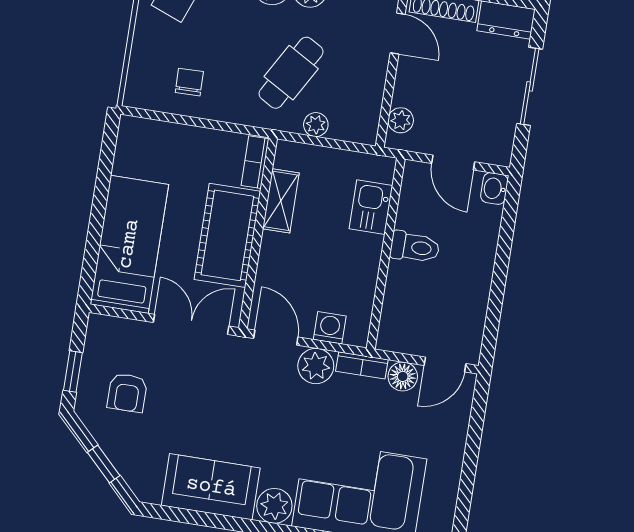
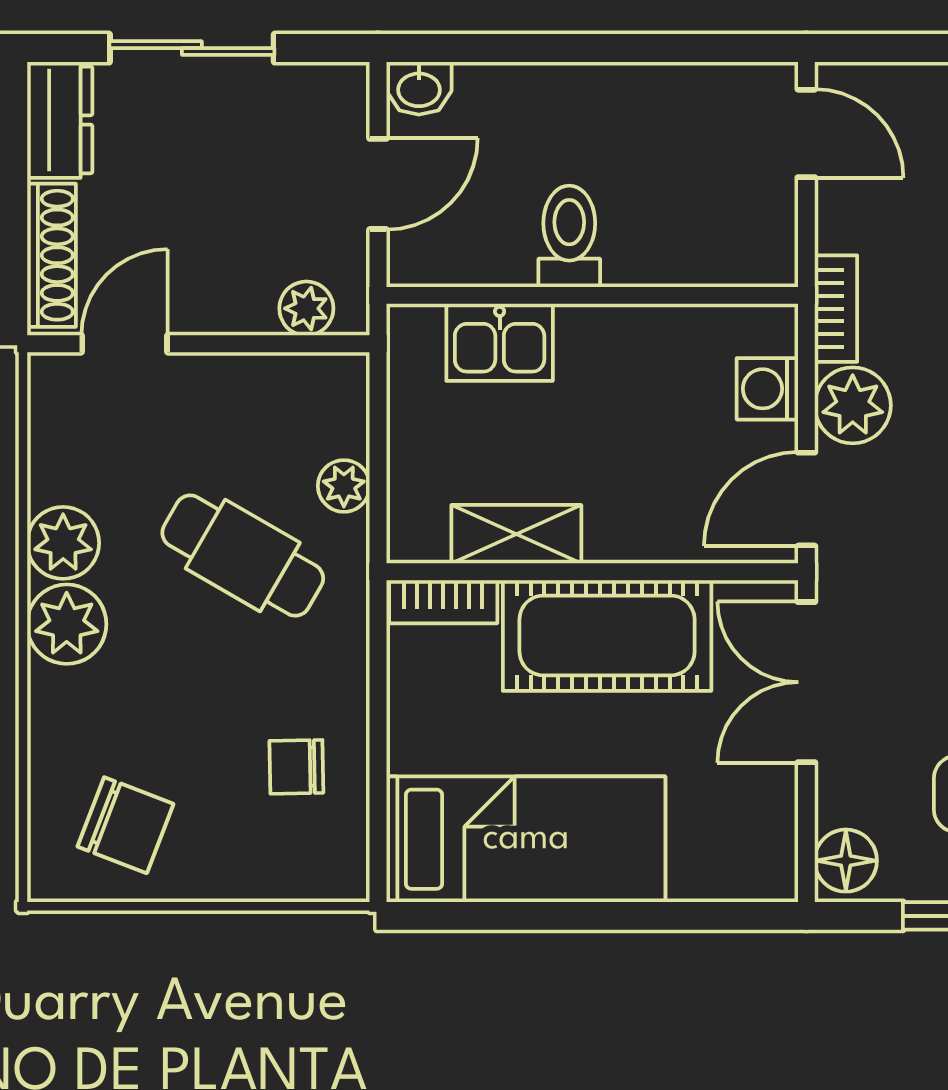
bed: (129, 244) -> (526, 839), moved, turned 180
floor lamp: (403, 376) -> (846, 861), moved

